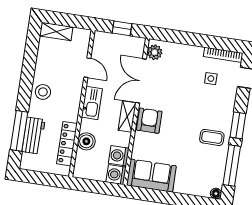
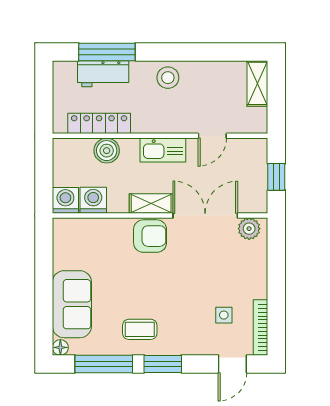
coffee table: (212, 137) -> (140, 329), turned 90
sofa: (151, 176) -> (72, 304), moved

